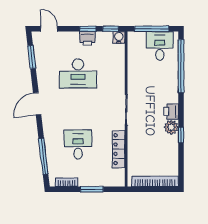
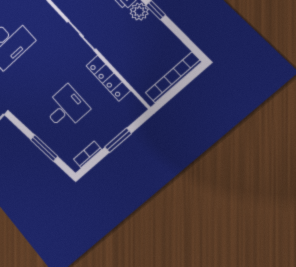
desk: (78, 145) -> (66, 108), turned 90
window: (43, 156) -> (44, 148), width x0.69

